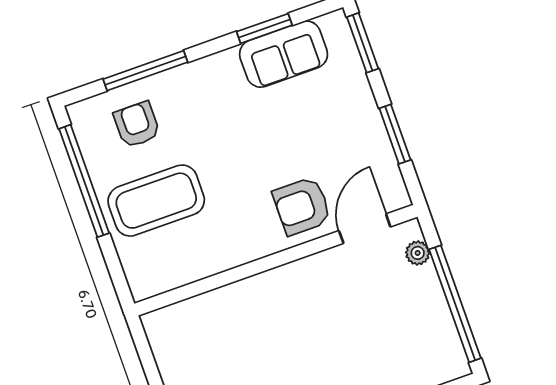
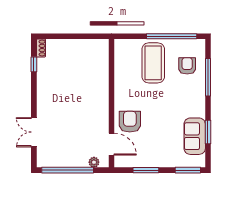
armchair: (137, 125) -> (187, 66), turned -90

